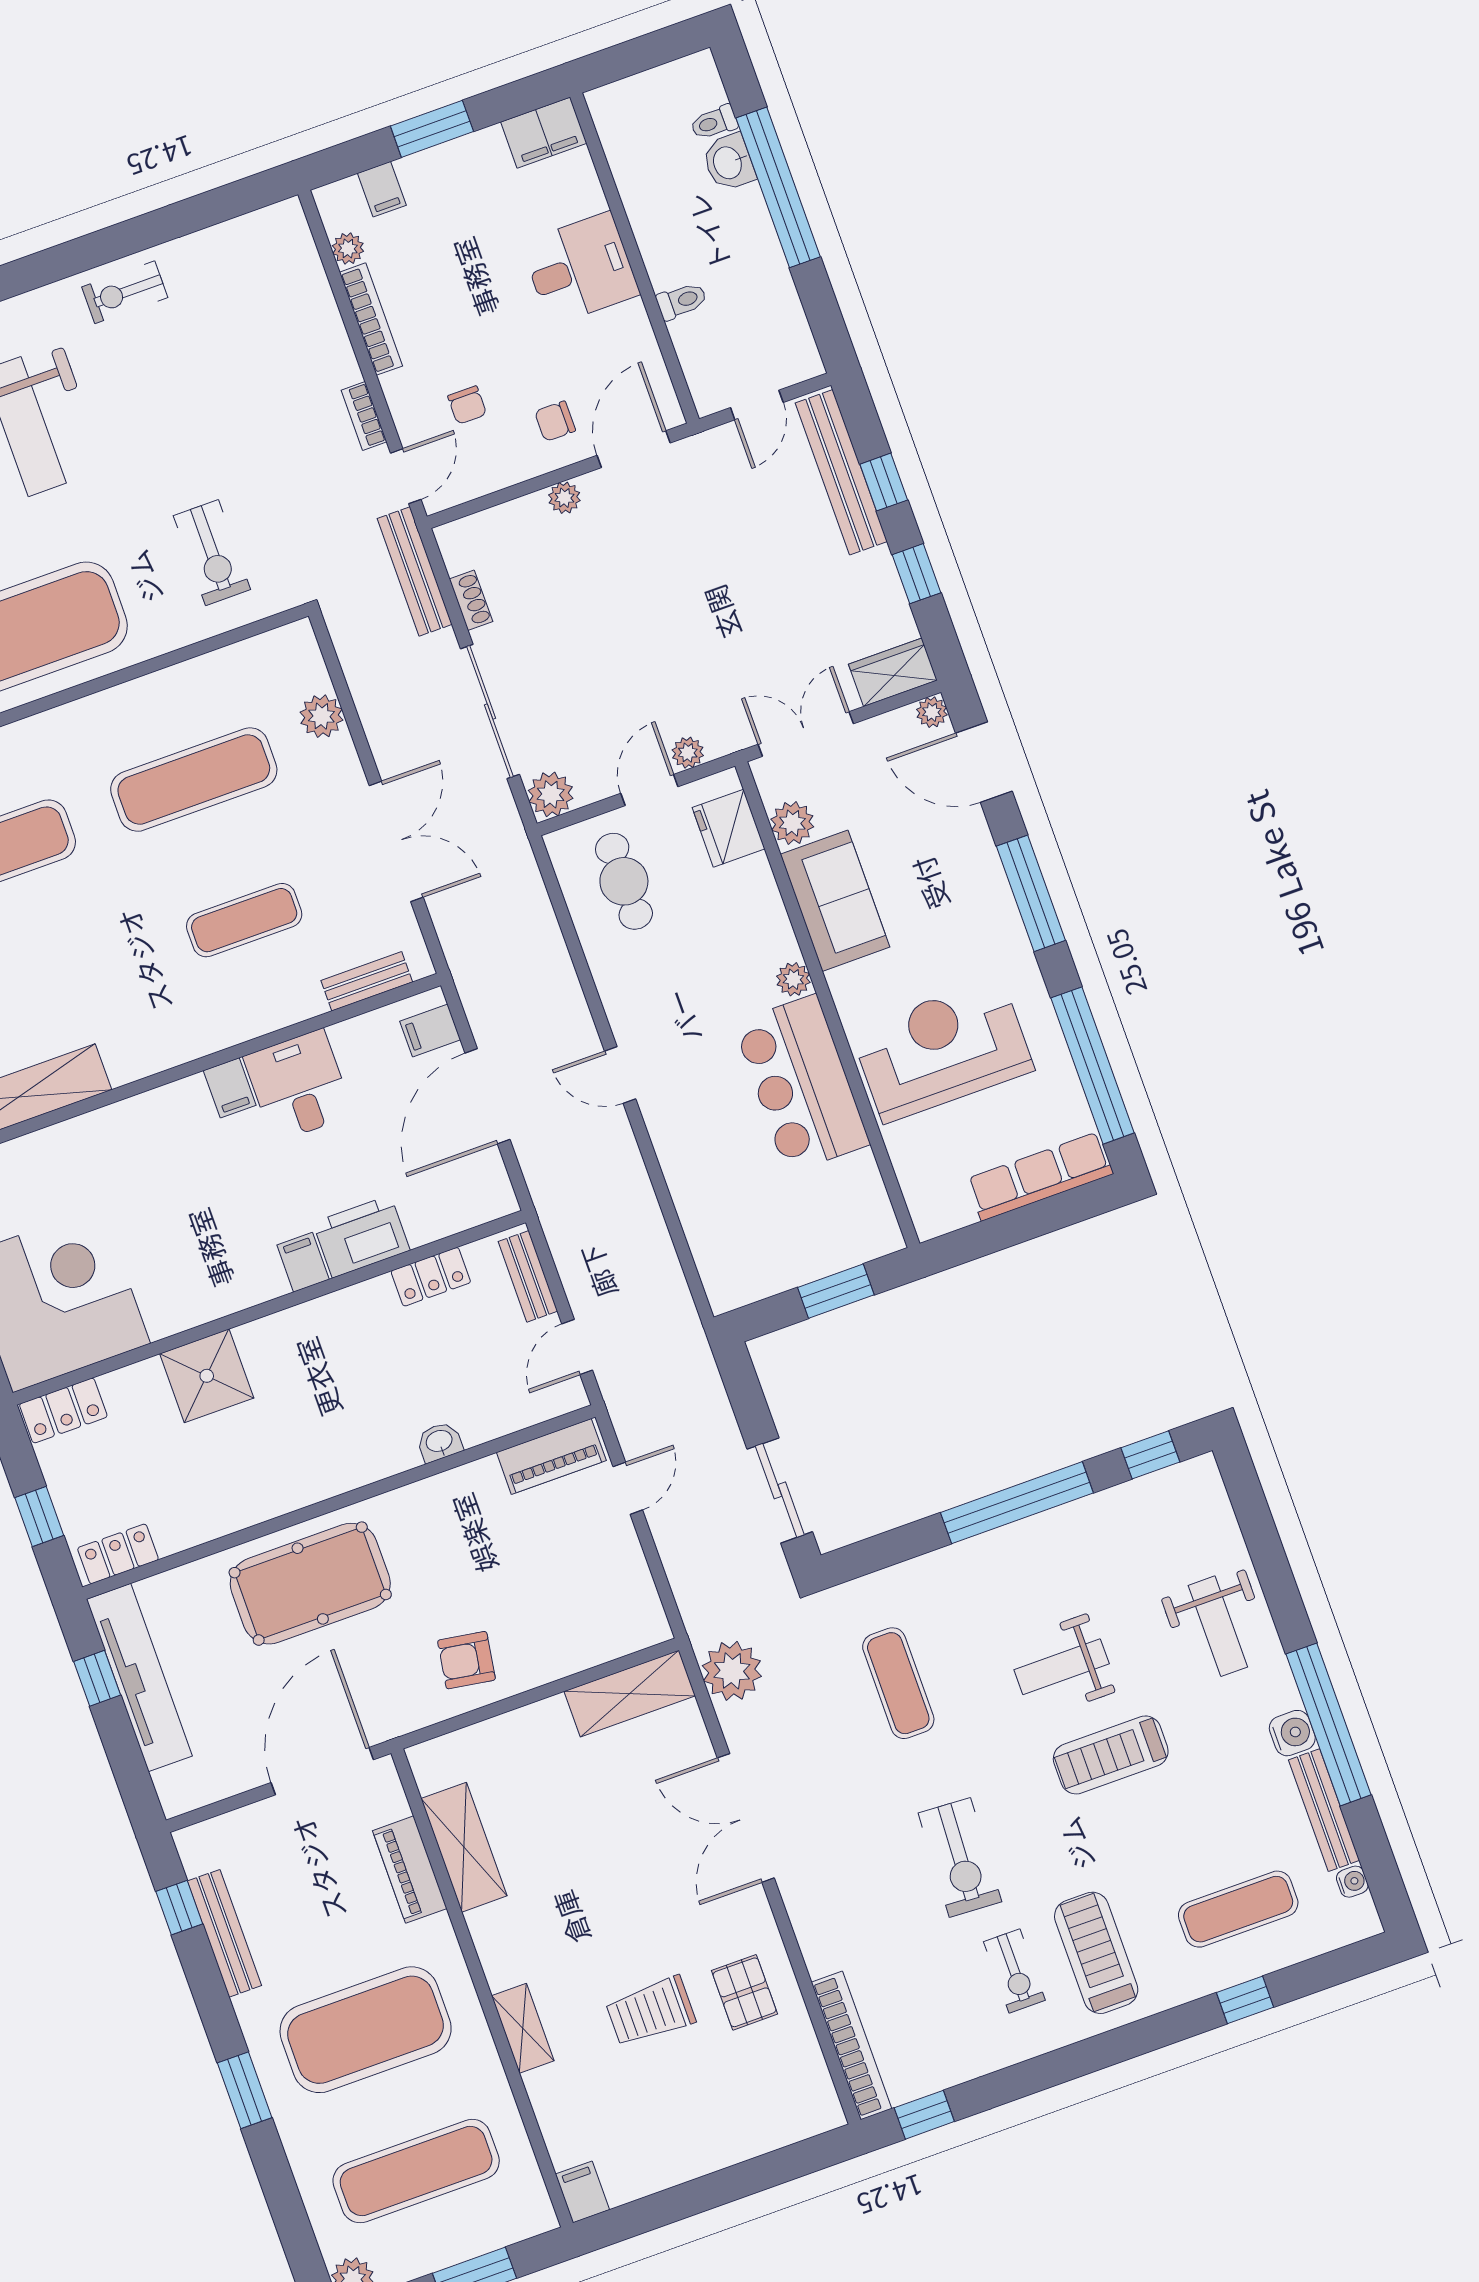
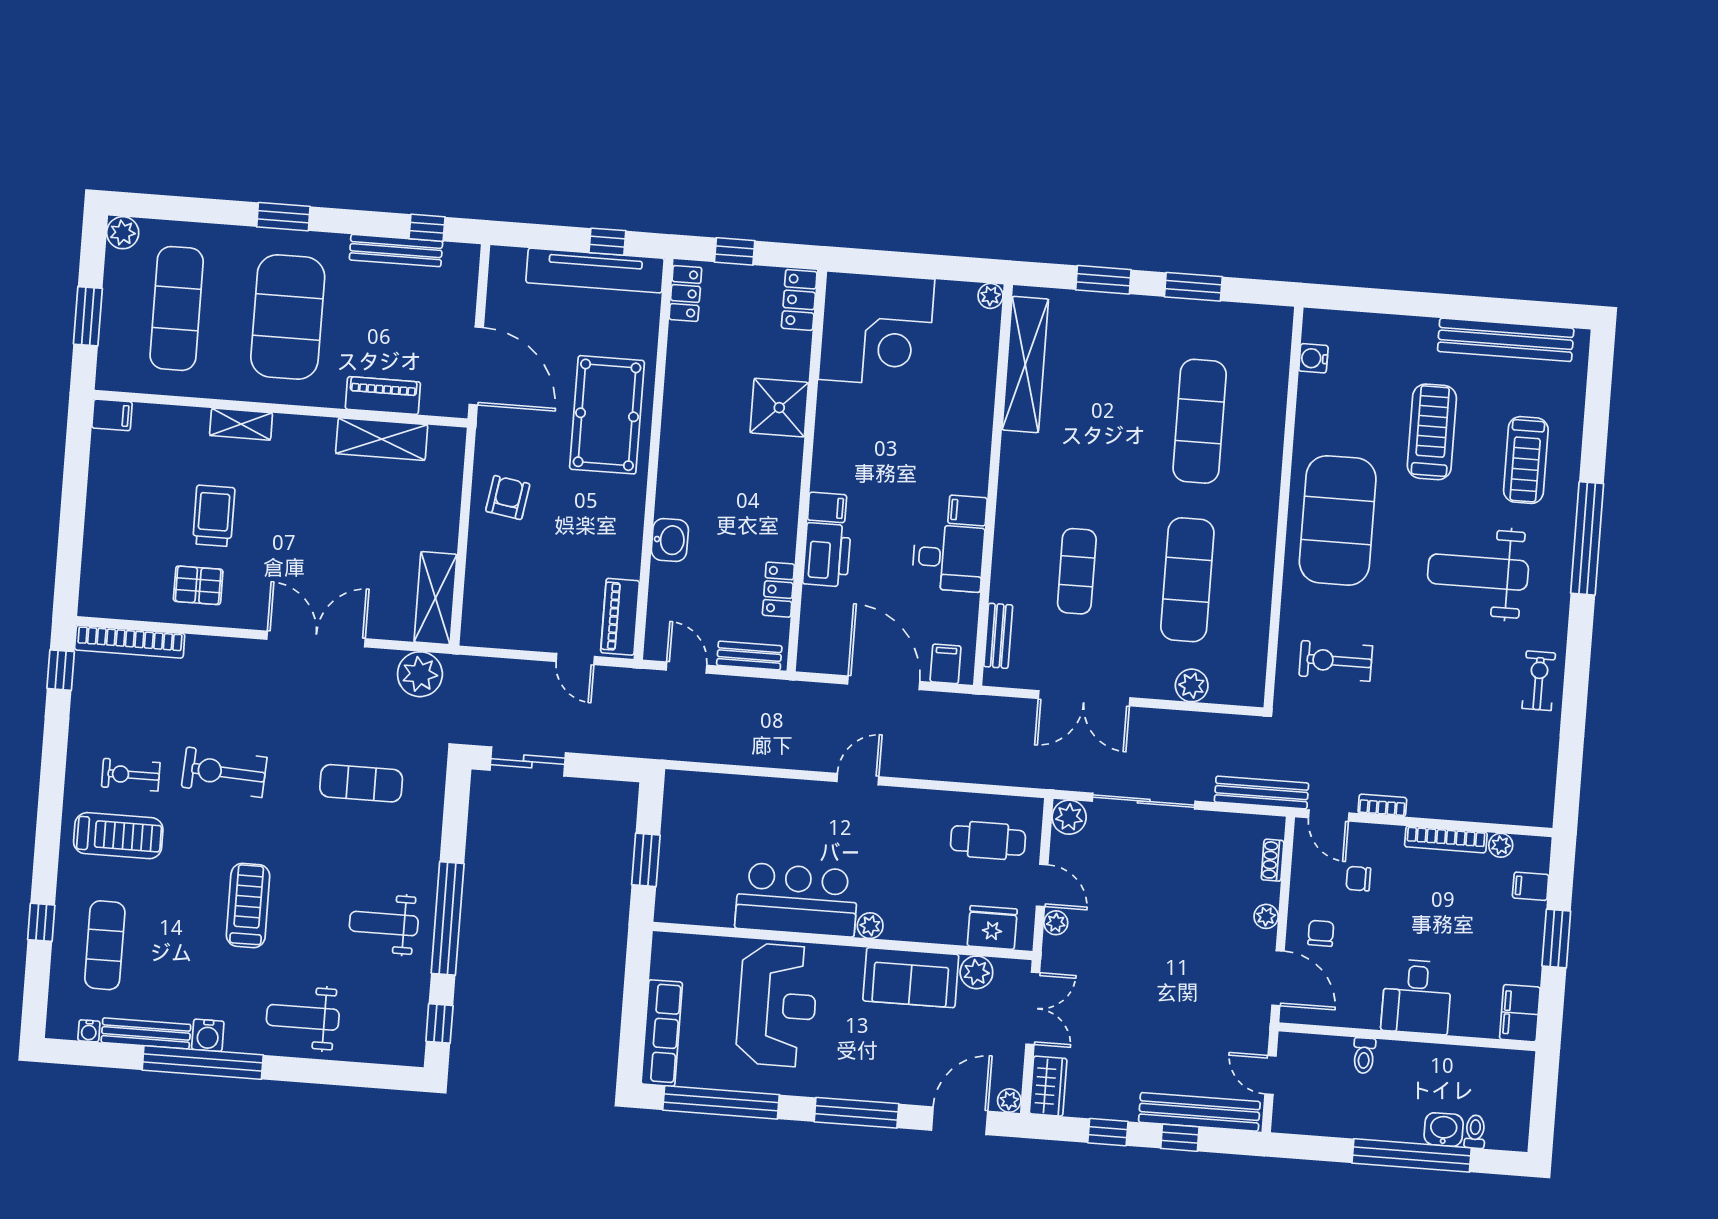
shoe rack: (471, 600) -> (1273, 860), moved, turned 90
washbasin: (439, 1442) -> (670, 540), width x1.38, depth x1.45
weight bench: (1062, 1667) -> (384, 924), moved, turned -90

